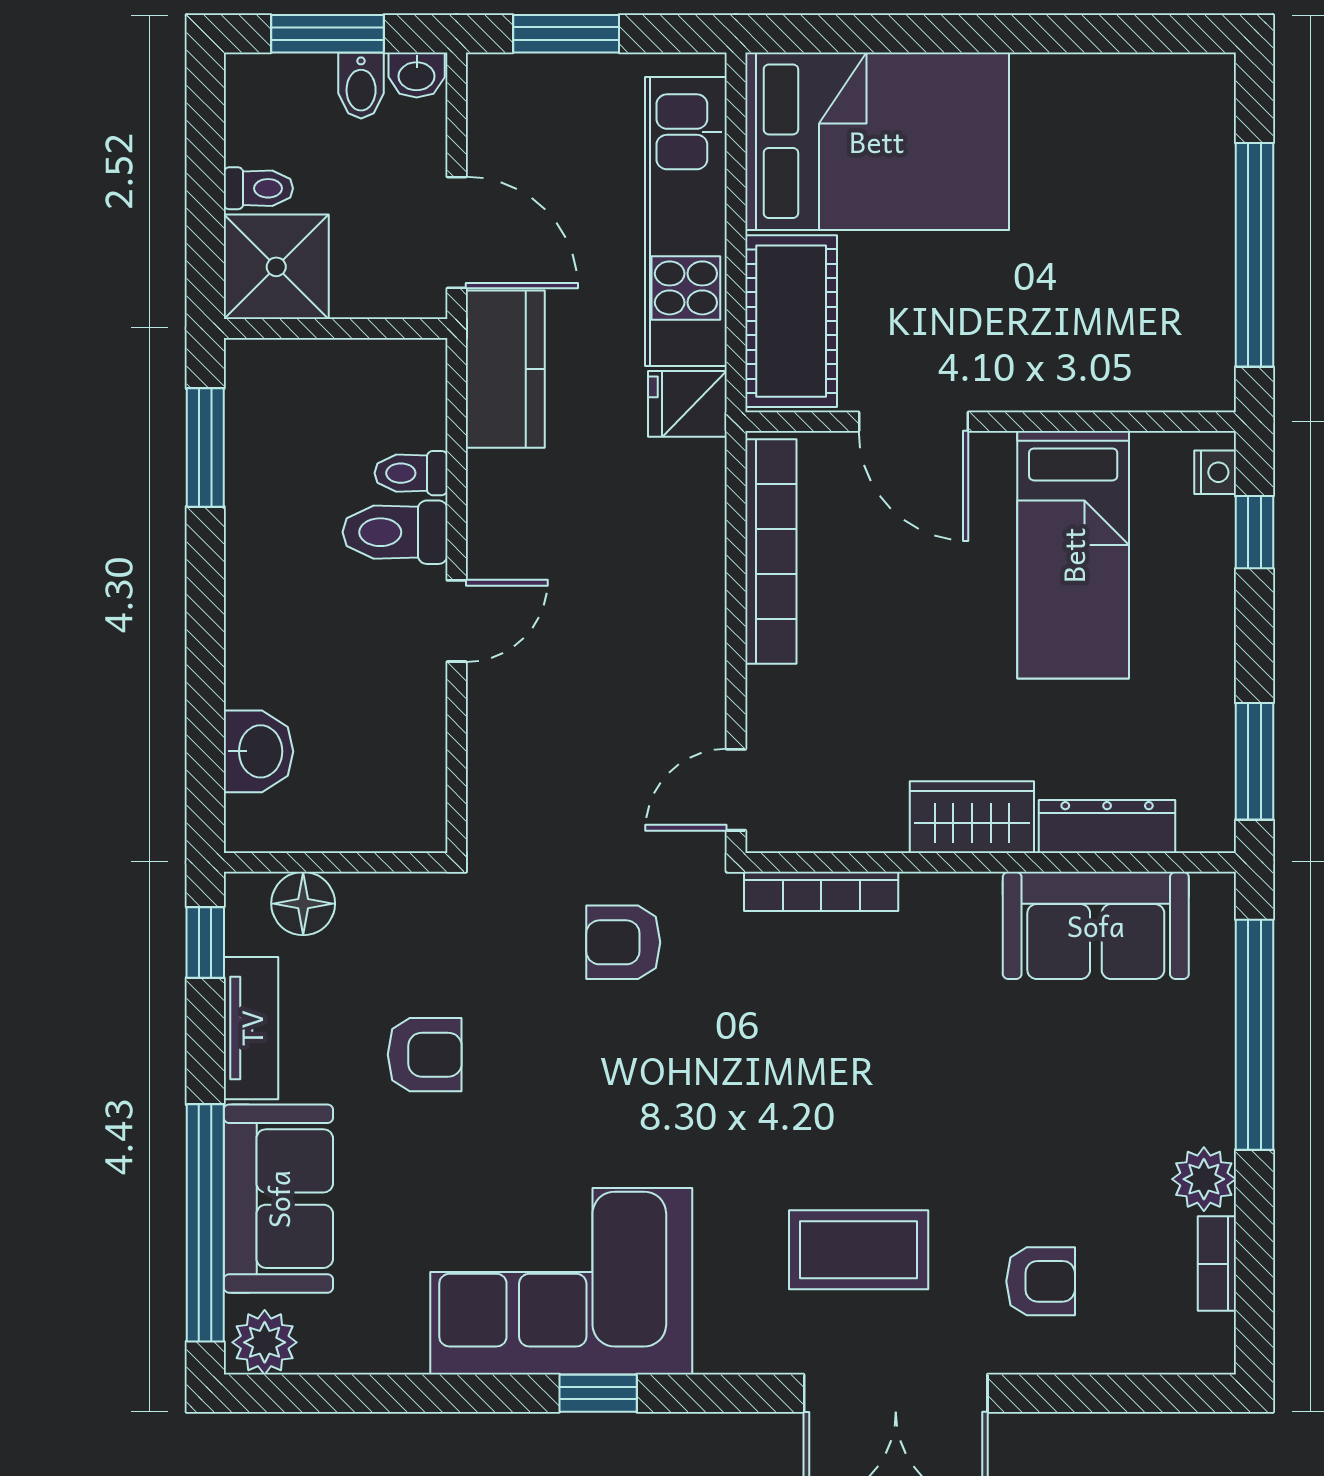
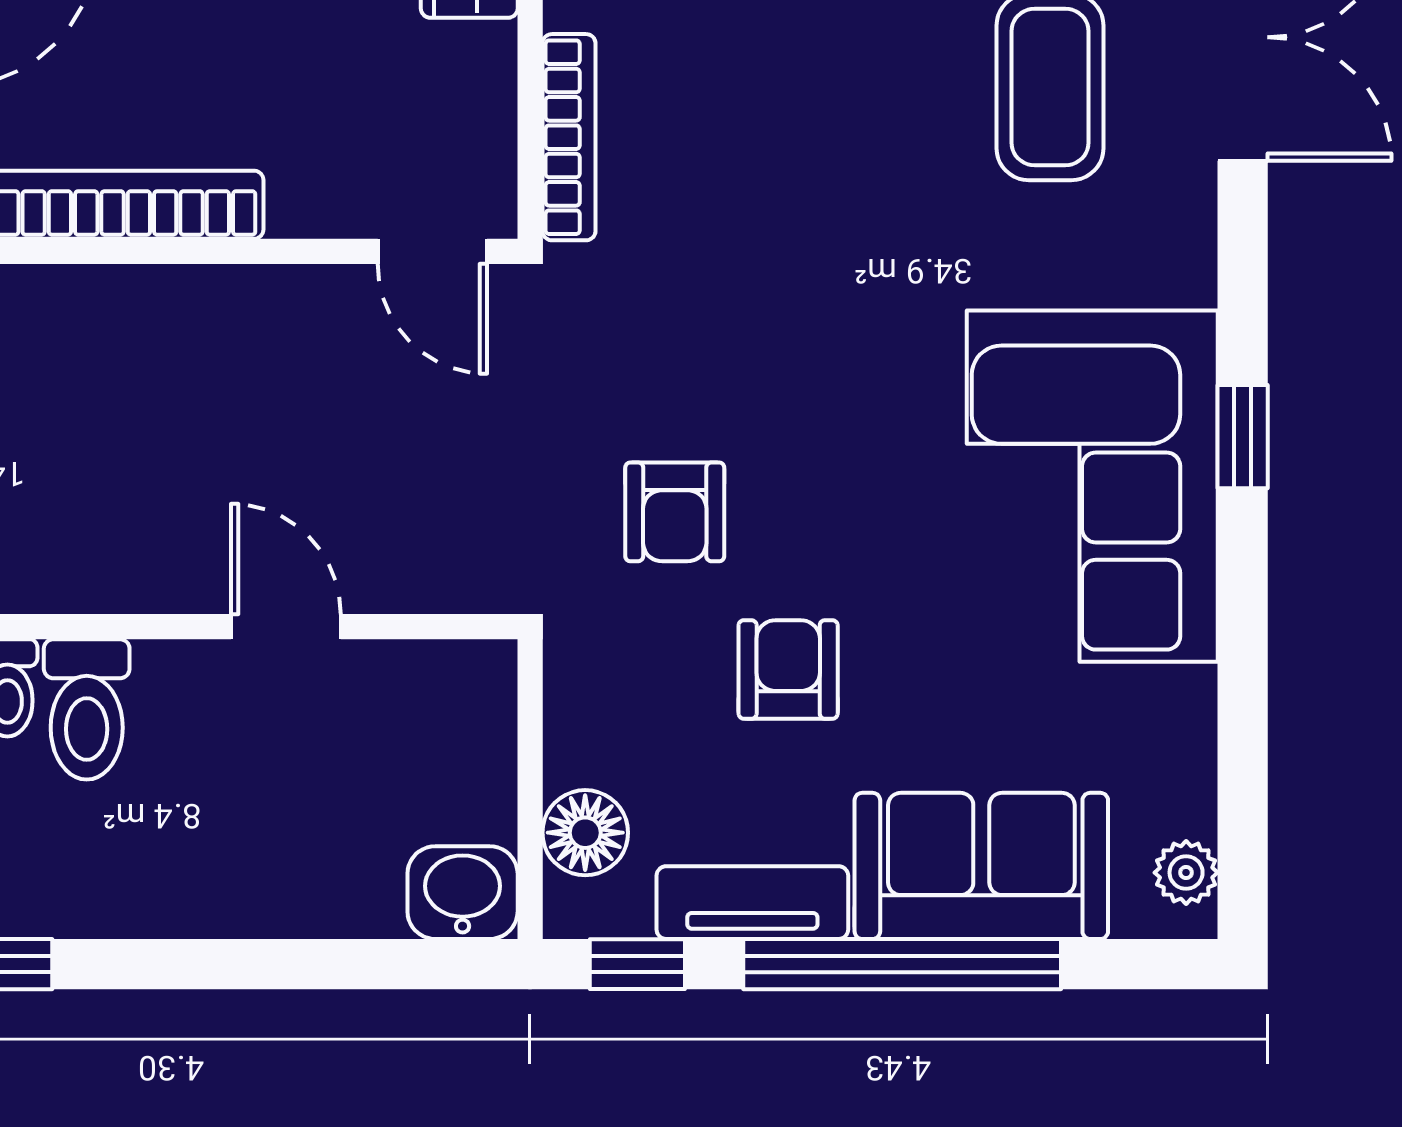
door: (457, 621) -> (286, 627), moved
washbasin: (258, 751) -> (463, 893), moved
armchair: (623, 942) -> (675, 512), moved
window: (205, 1223) -> (902, 964), moved
plant: (265, 1342) -> (1186, 873), width x0.73, depth x0.73

